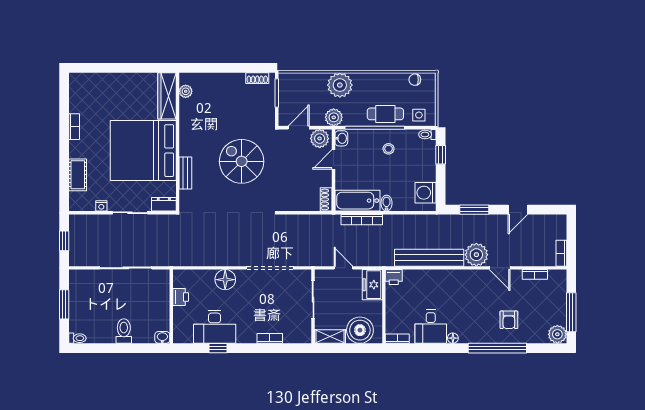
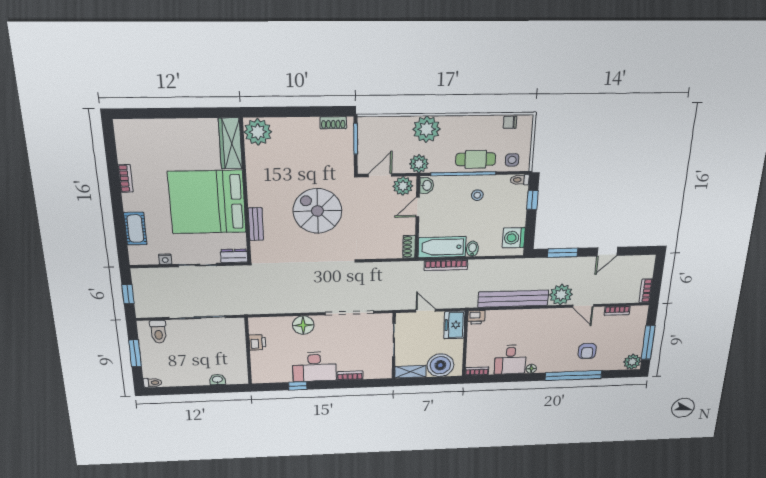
plant: (186, 91) -> (258, 132), width x1.87, depth x1.87
desk: (215, 327) -> (314, 367), moved
toilet: (124, 331) -> (158, 332), moved, turned 180
washbasin: (162, 337) -> (217, 380), moved

